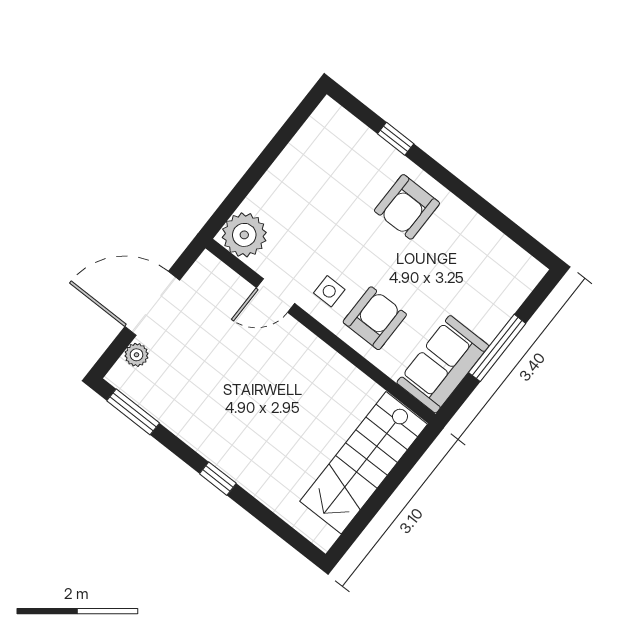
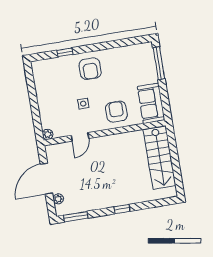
plant: (244, 235) -> (48, 134), width x0.53, depth x0.53
side table: (329, 291) -> (83, 104), moved
window: (497, 348) -> (159, 63), moved

